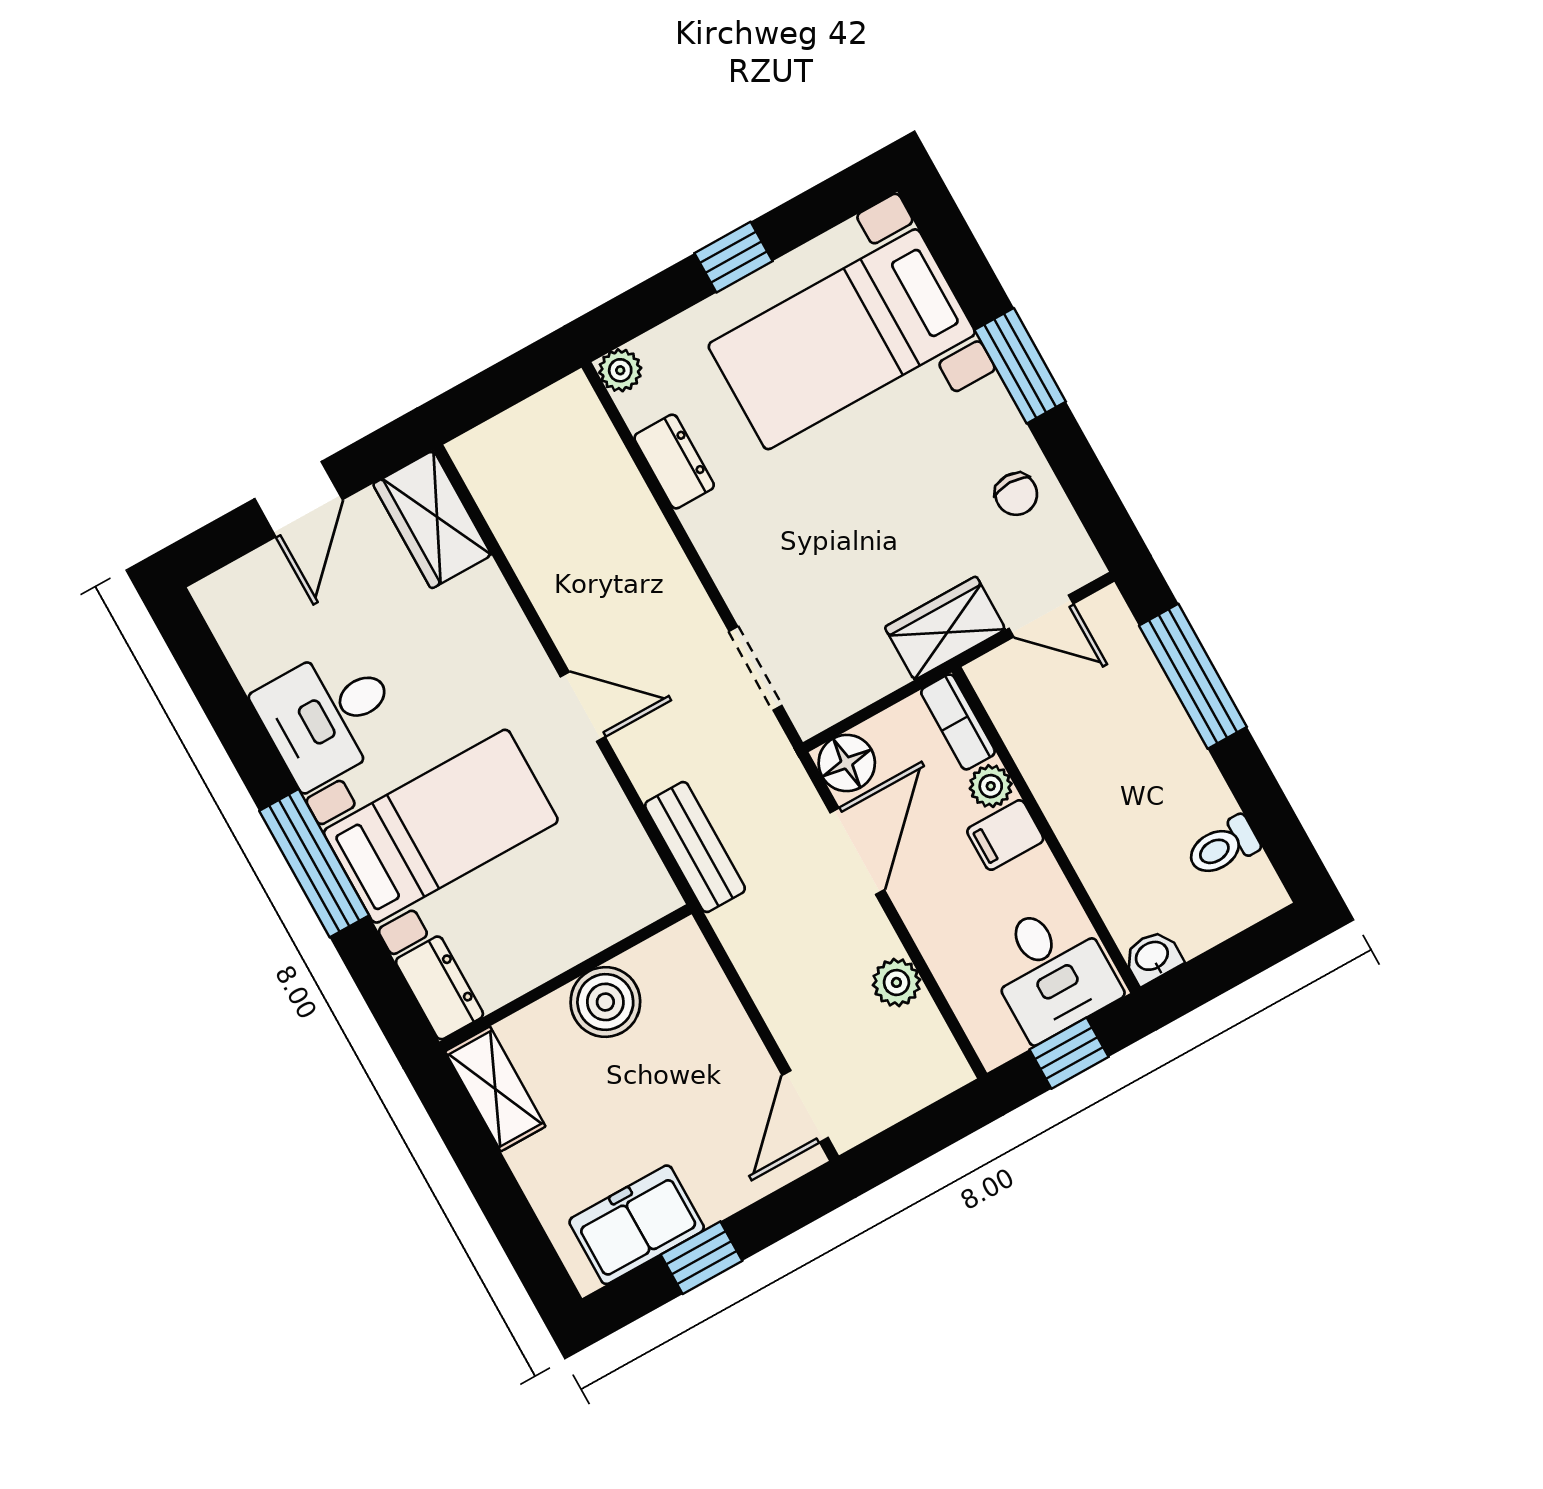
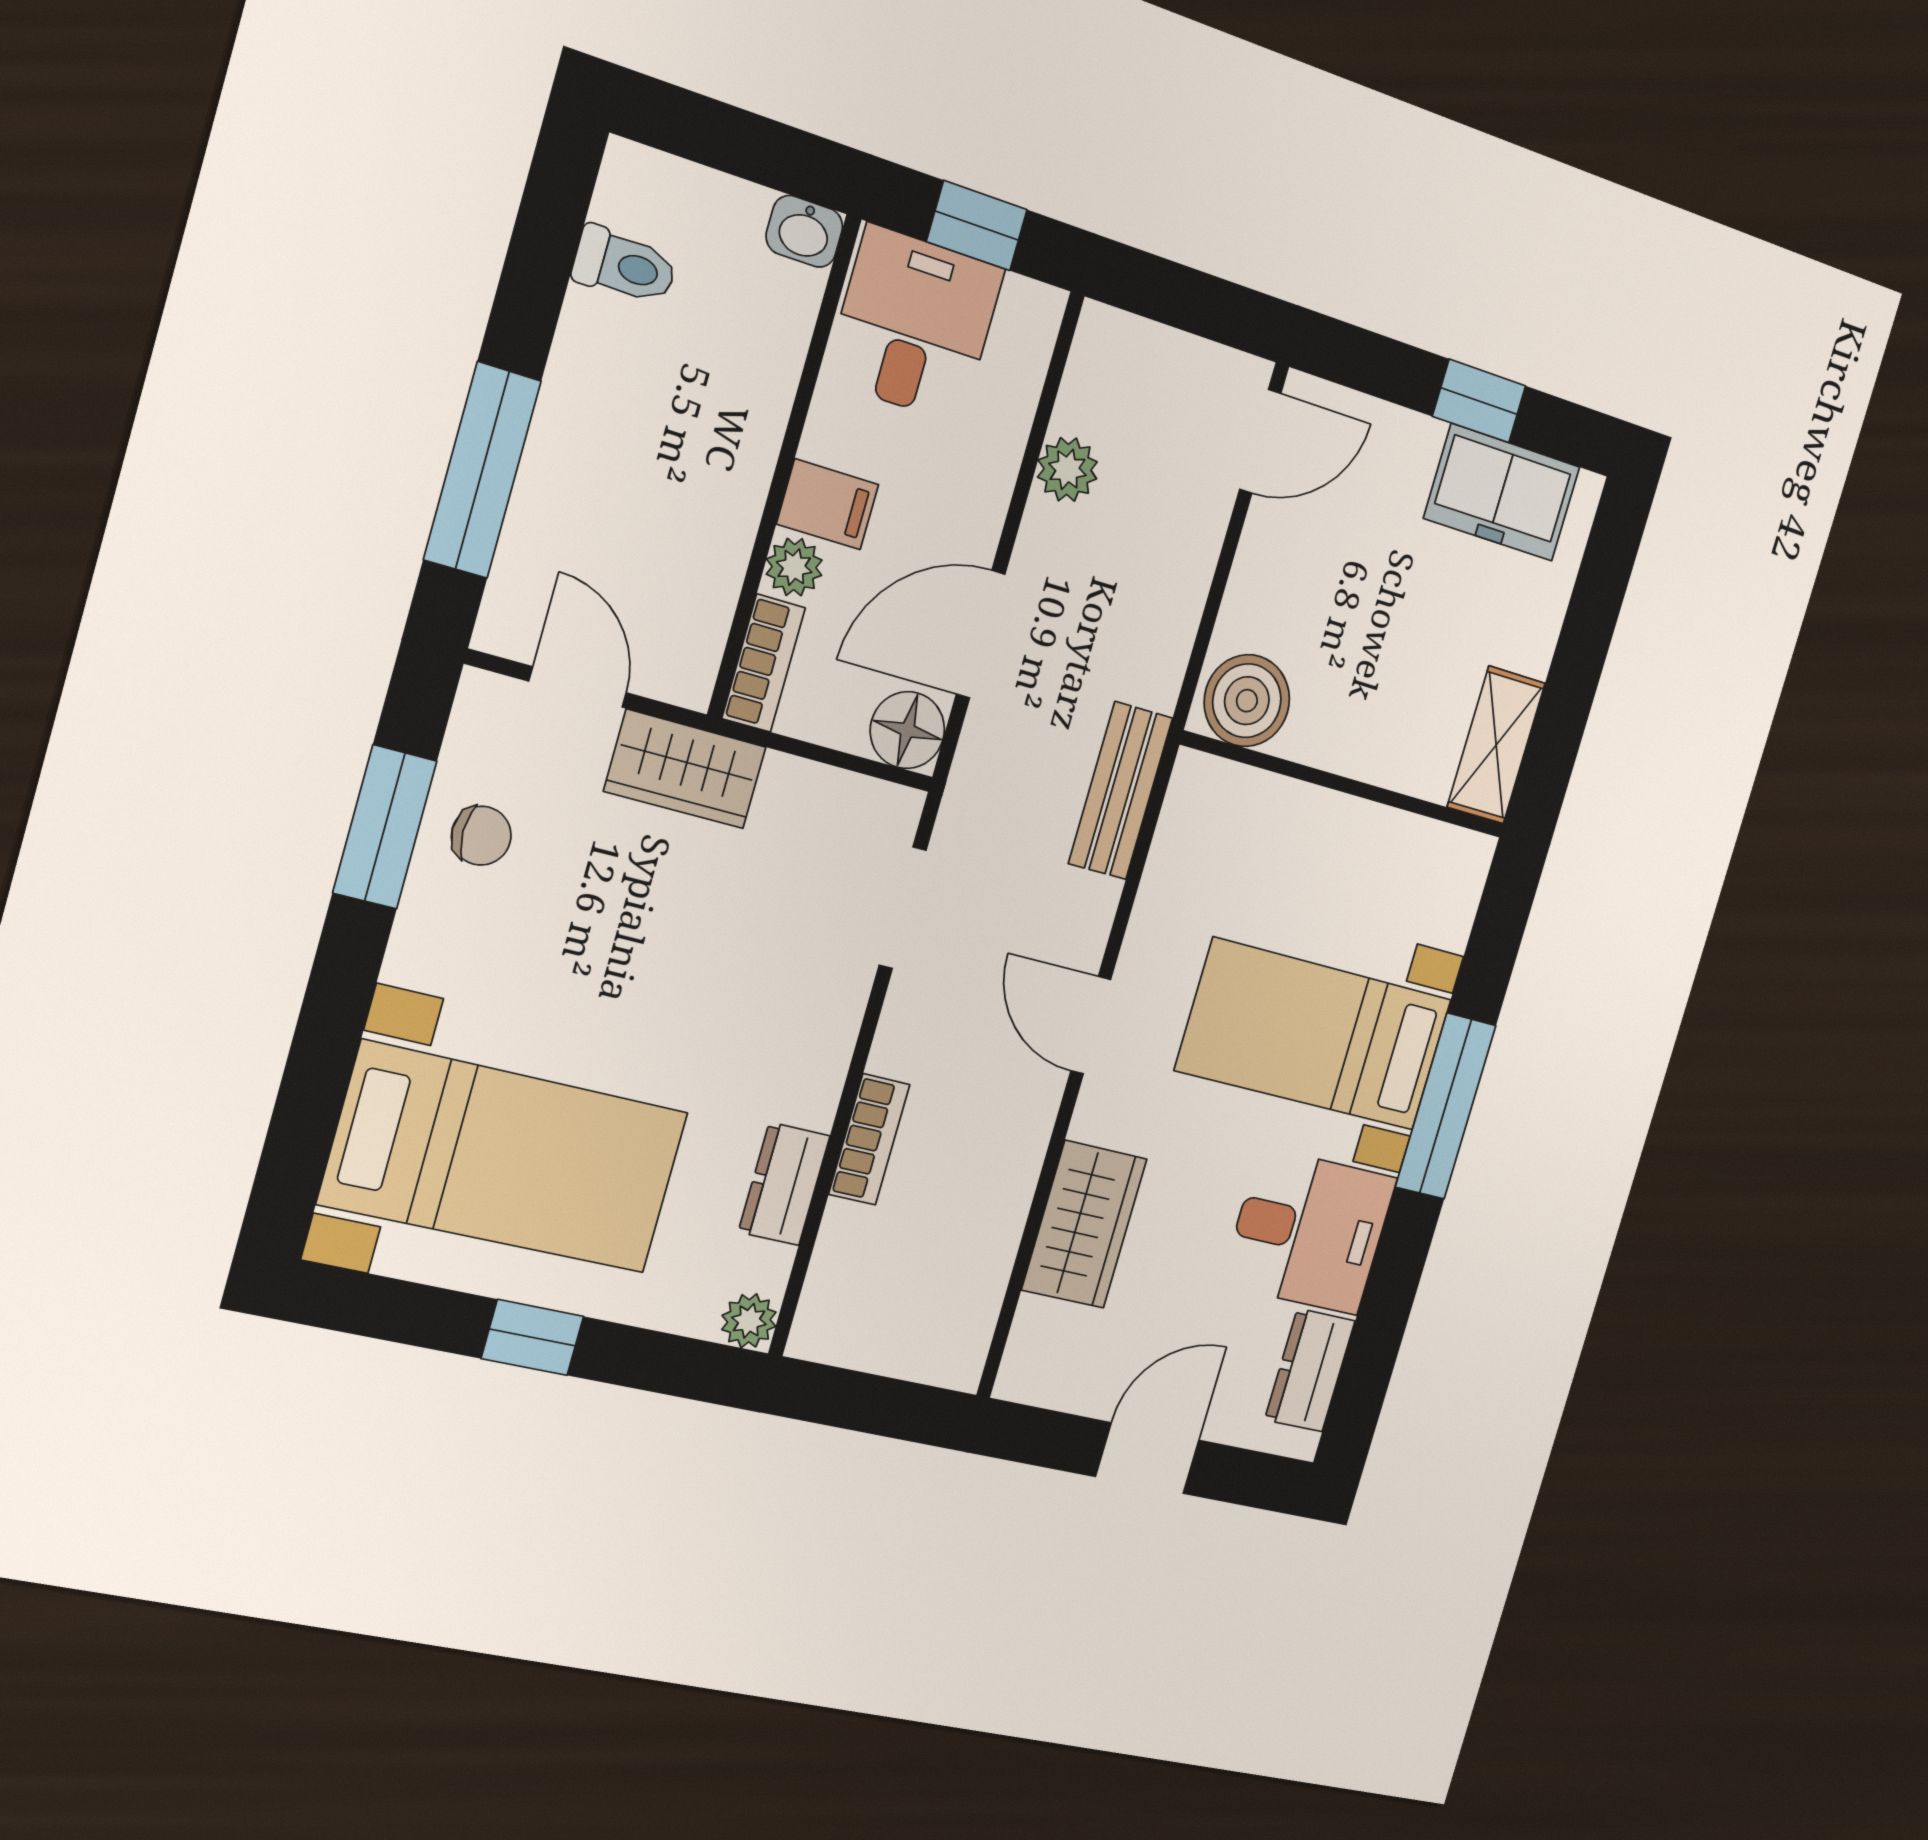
window: (1020, 366) -> (385, 827), moved
chair: (1016, 494) -> (481, 836), turned 90
wardrobe: (432, 520) -> (1084, 1224), moved
bookcase: (650, 529) -> (869, 1139), added
dresser: (439, 988) -> (1310, 1370), moved
boiler: (605, 1002) -> (1247, 701), moved

